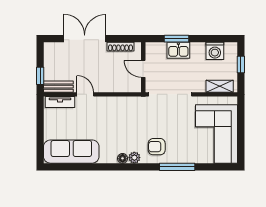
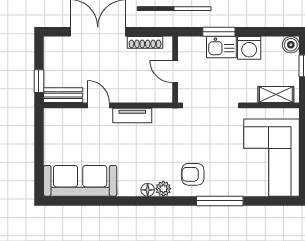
boiler: (231, 48) -> (291, 45), added
washing machine: (215, 51) -> (249, 48), moved
tv unit: (60, 102) -> (132, 115), moved

